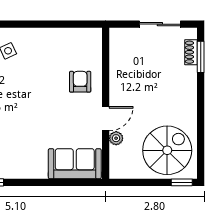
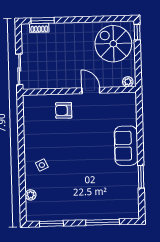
sliding door: (160, 24) -> (19, 69), moved
plant: (116, 138) -> (128, 82), moved
sofa: (75, 164) -> (126, 146), moved

